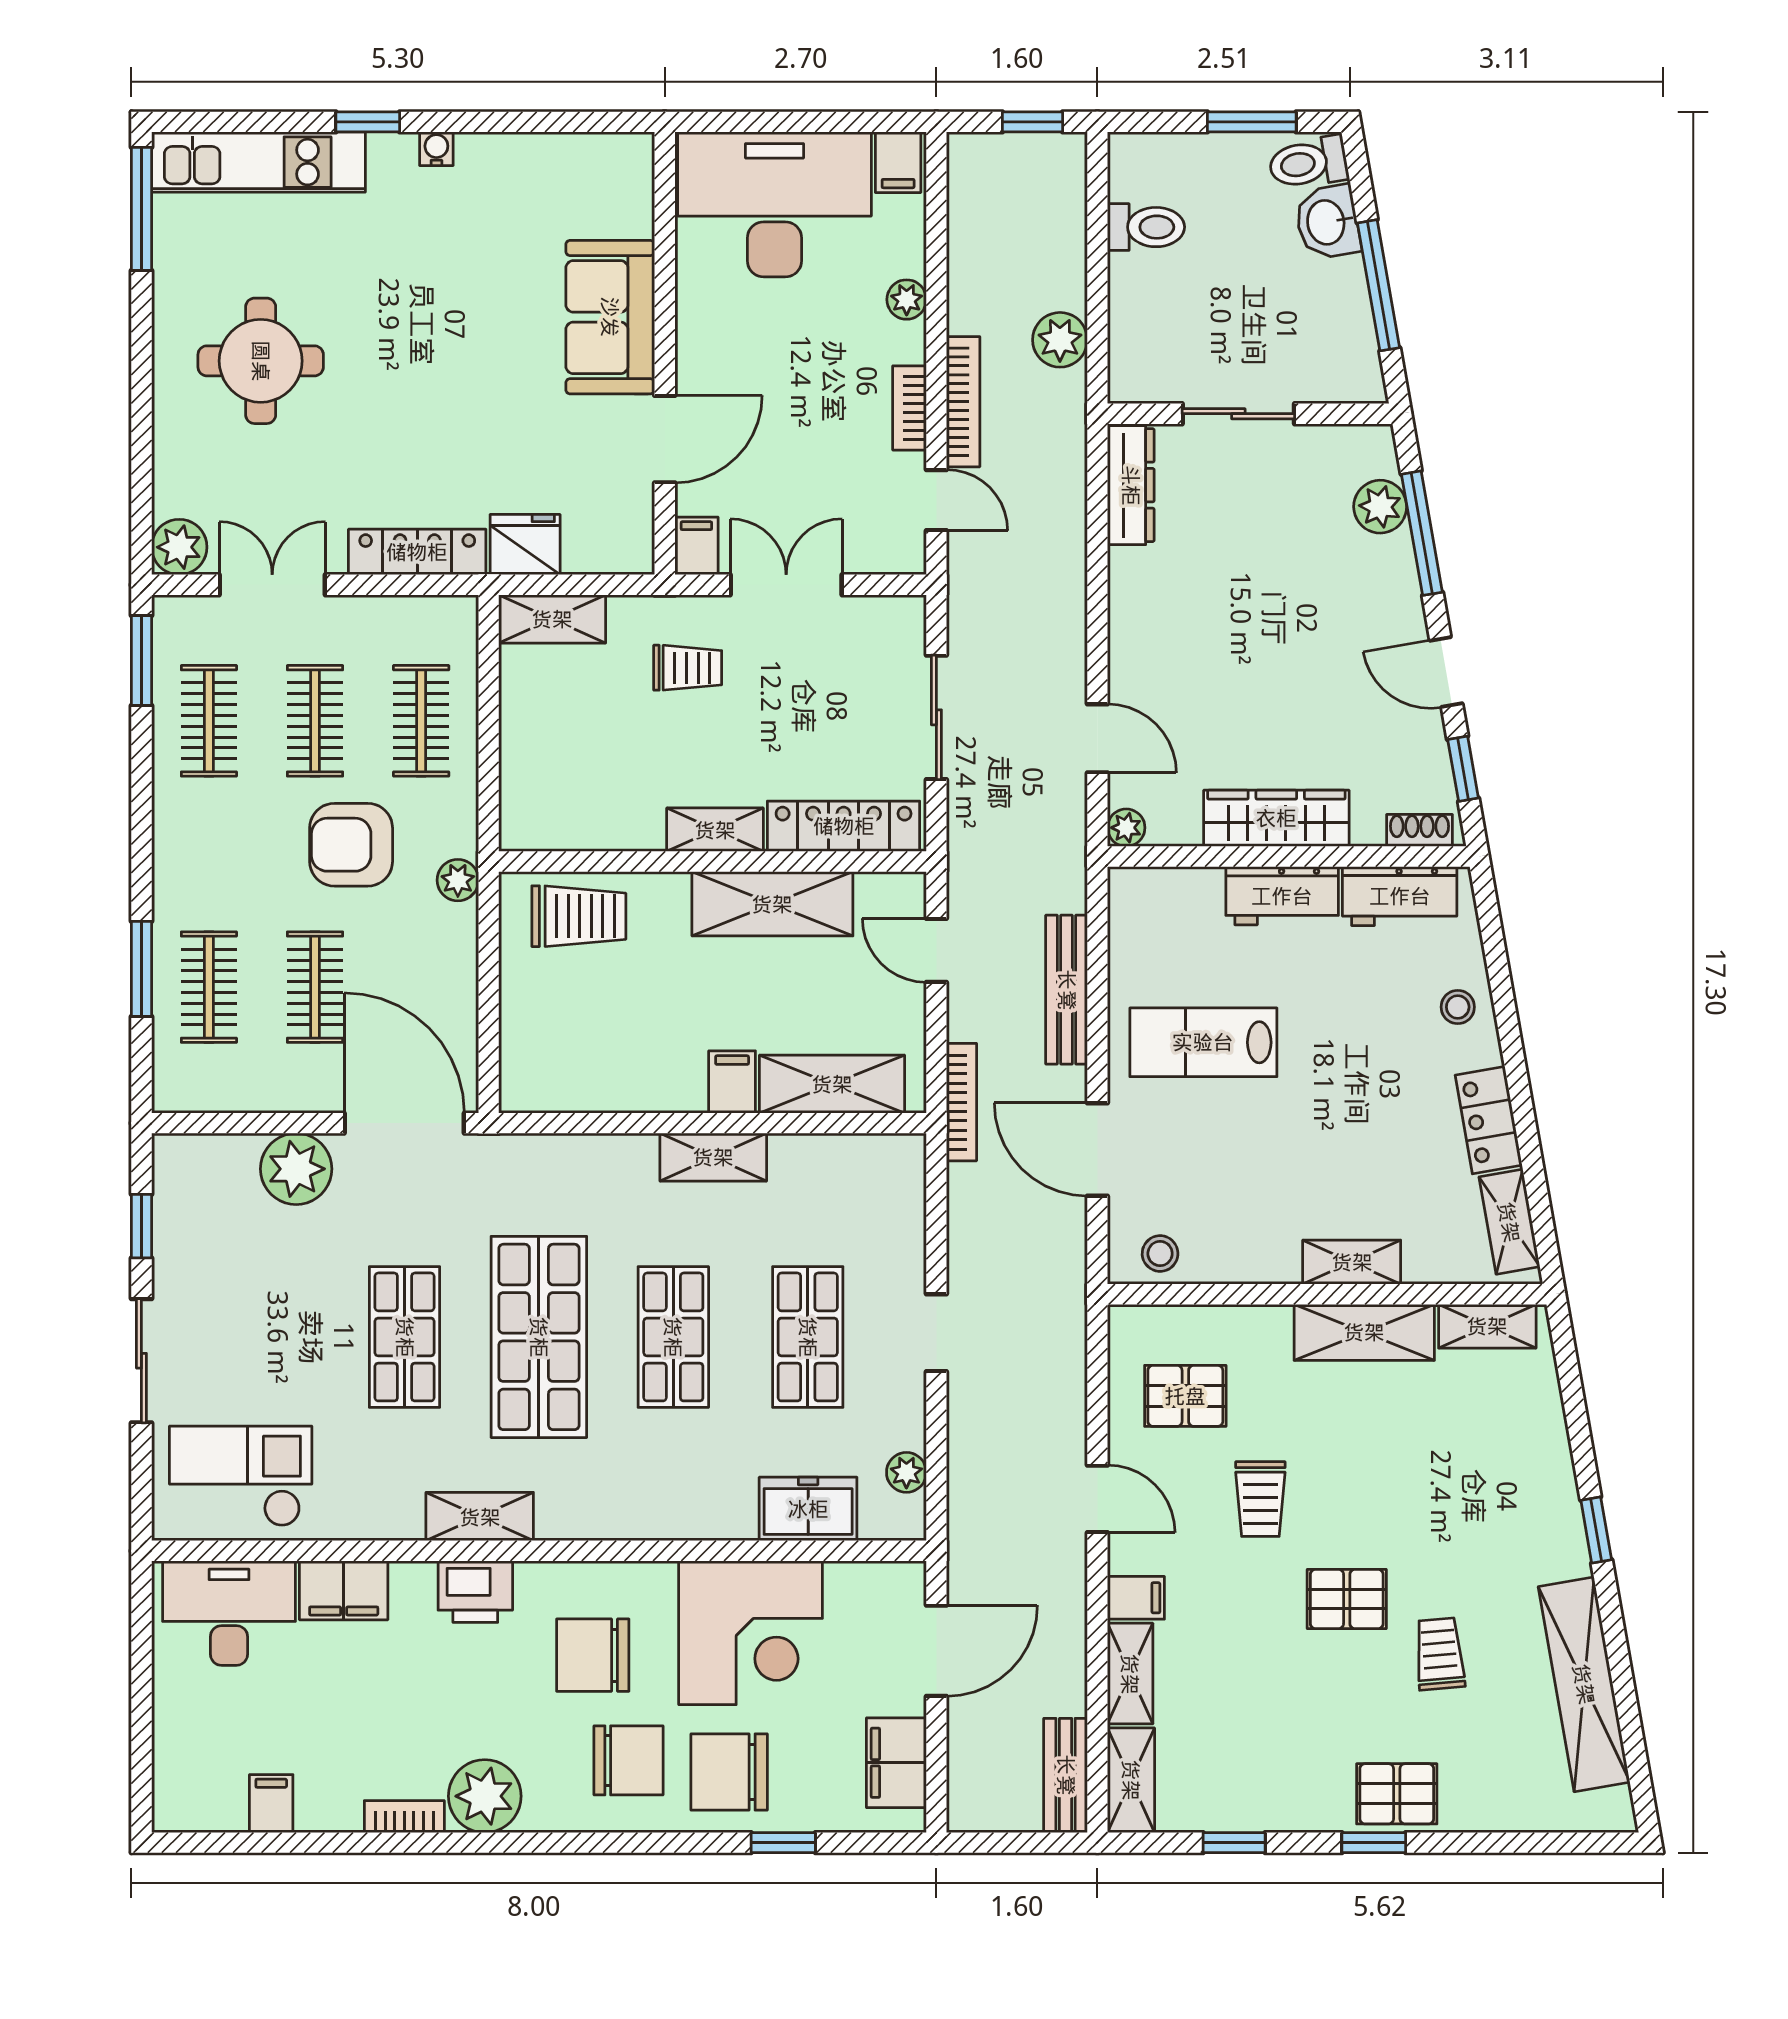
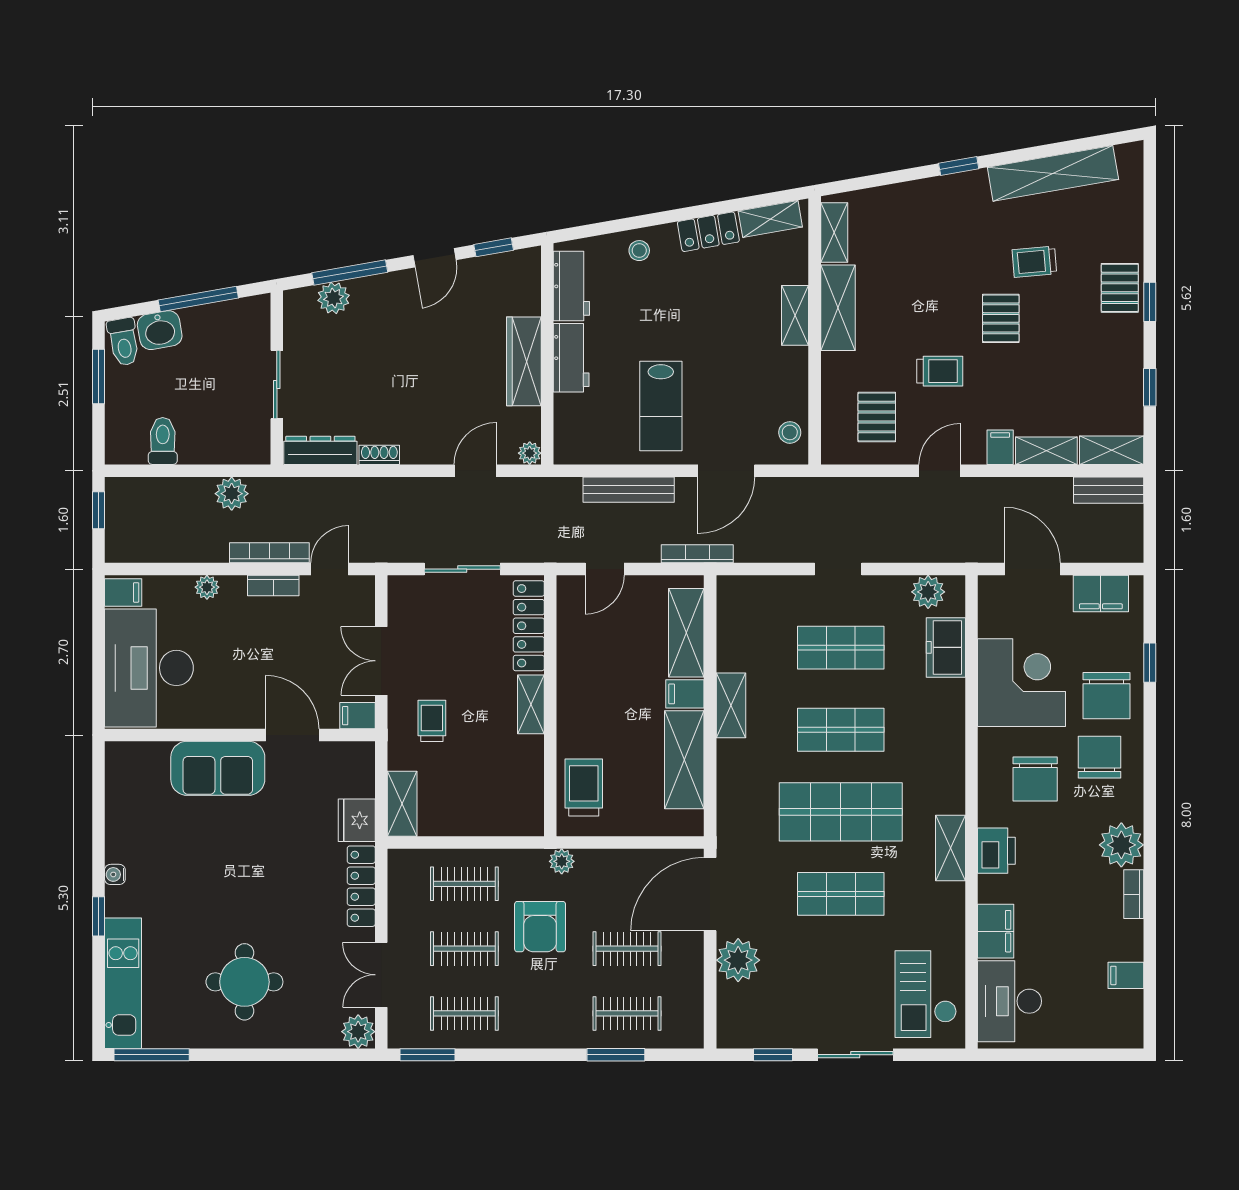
shoe rack: (1420, 830) -> (379, 455), moved, turned 90
shelving: (772, 904) -> (684, 760), moved
plant: (906, 1472) -> (928, 592), width x1.38, depth x1.38

